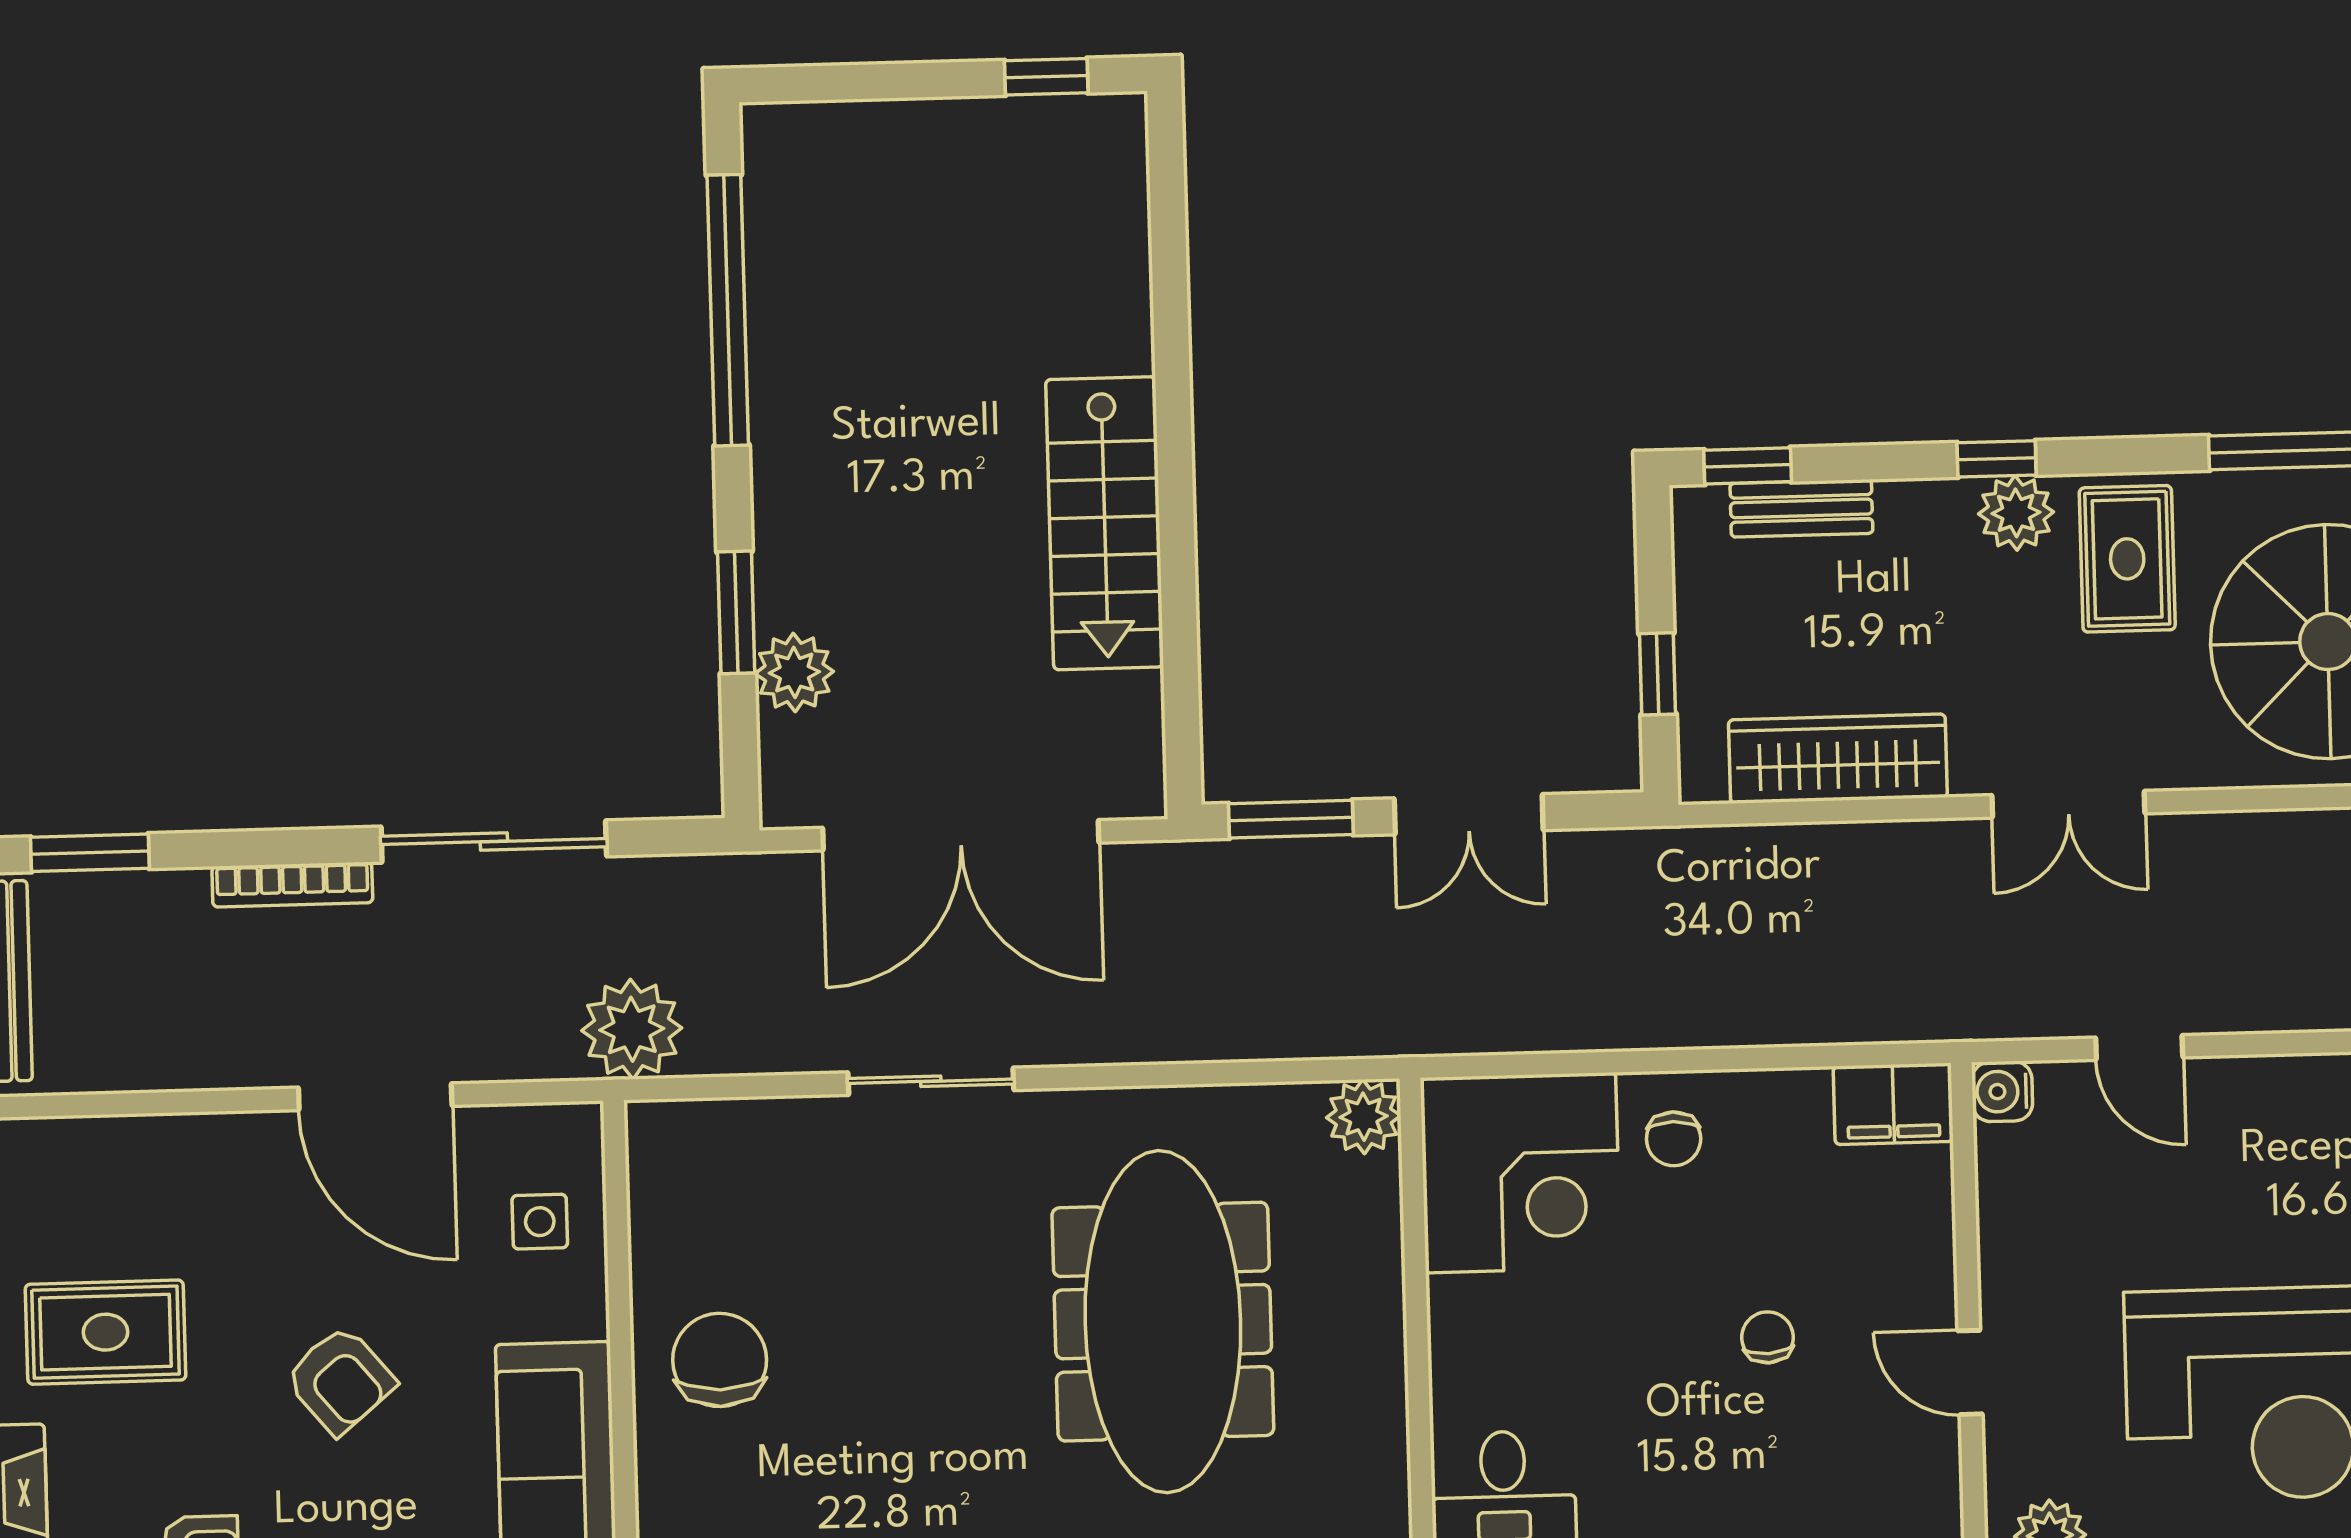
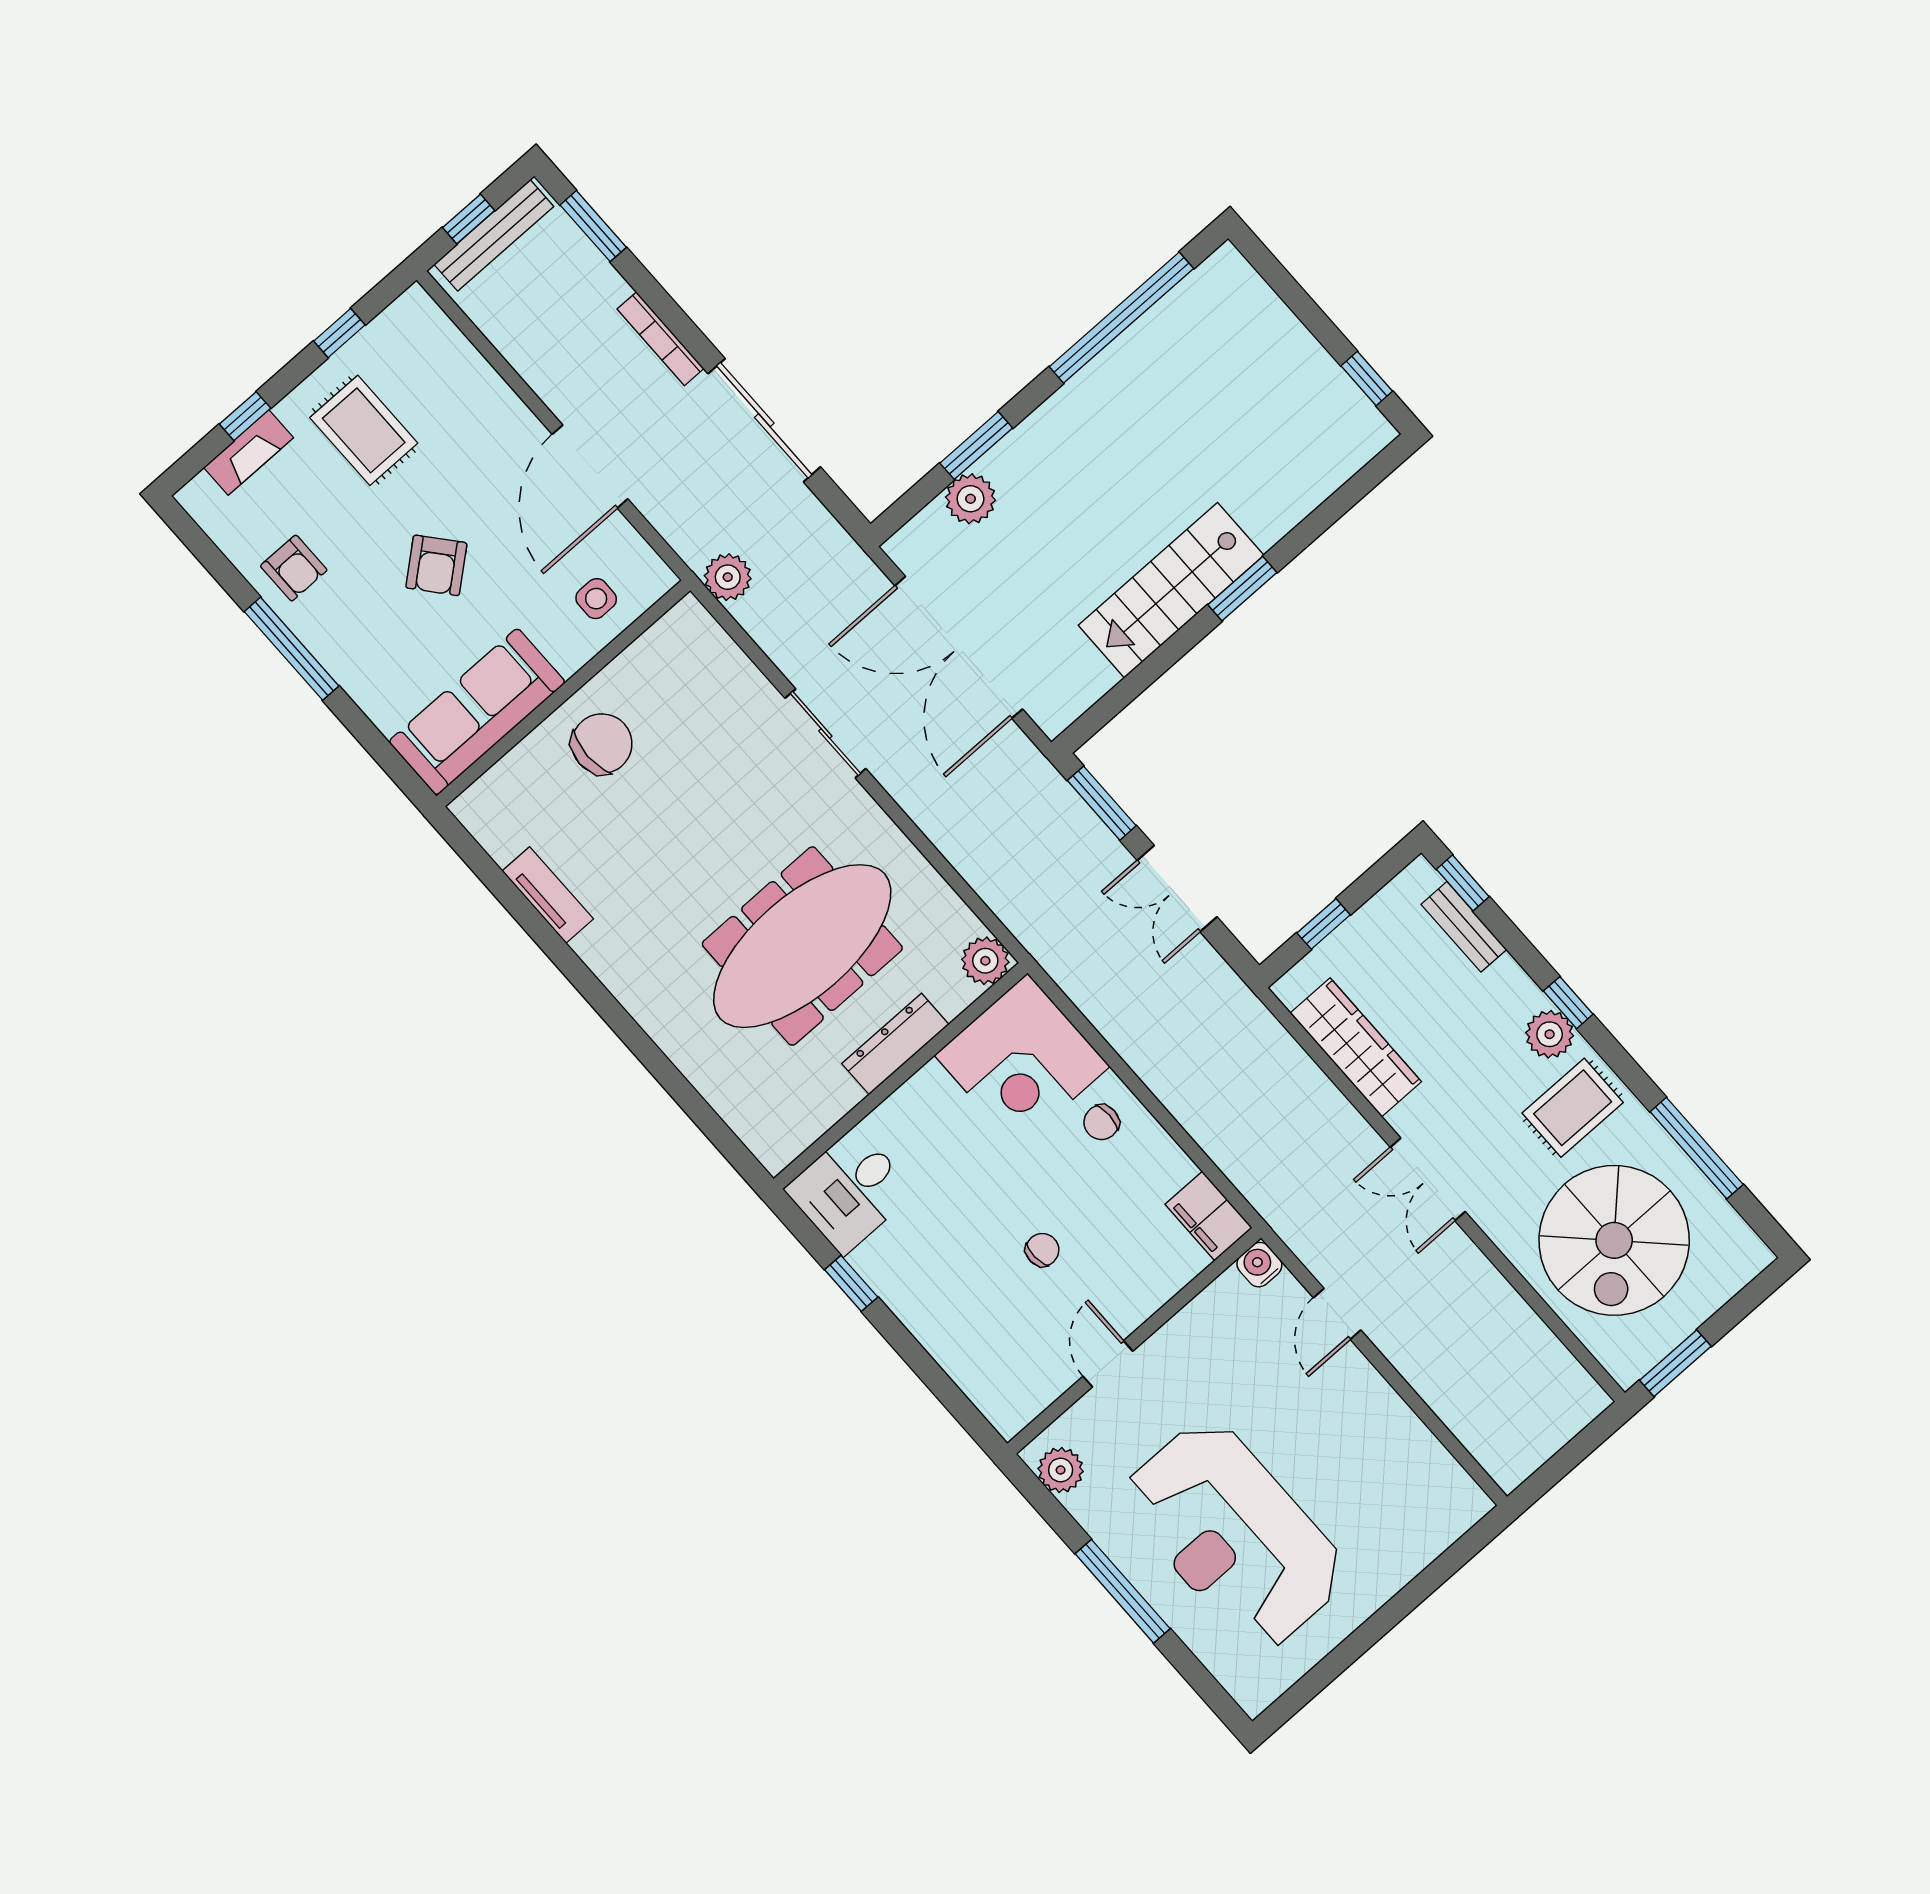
window: (1174, 436) -> (1242, 589), added
plant: (632, 1029) -> (728, 577), width x0.73, depth x0.73
dresser: (1374, 1308) -> (895, 1044), added

